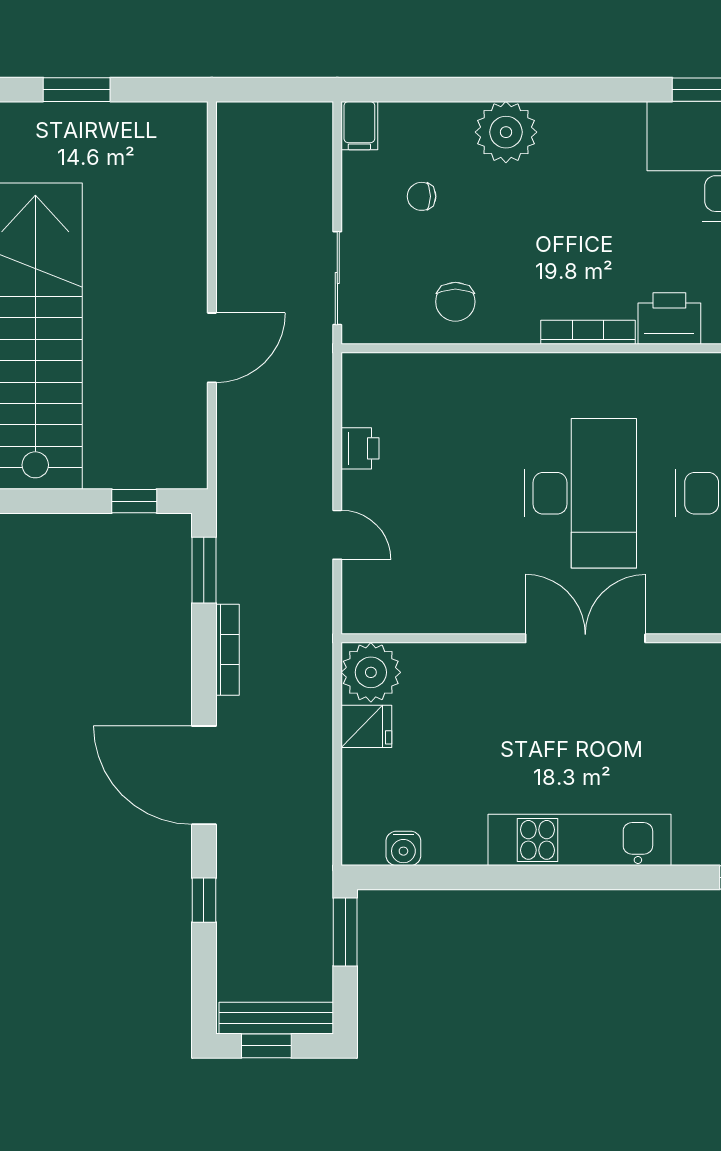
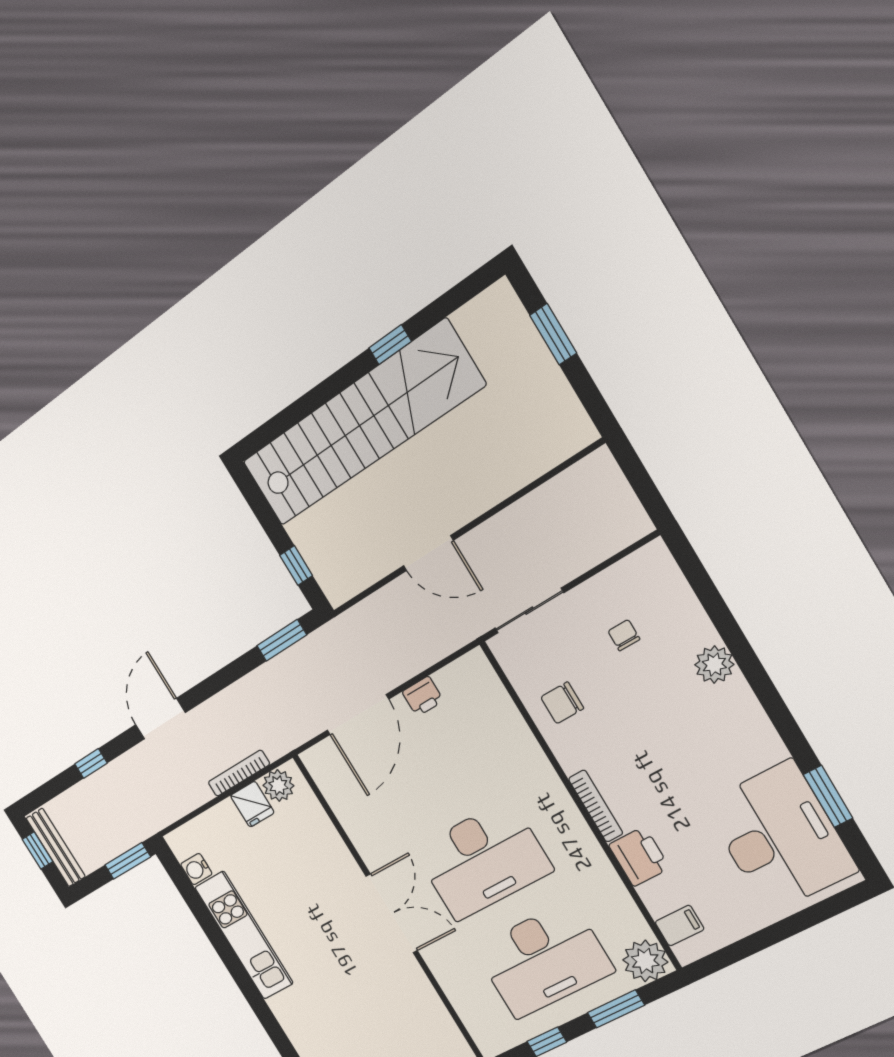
filing cabinet: (359, 126) -> (650, 559), removed
plant: (506, 132) -> (714, 665), width x0.73, depth x0.73
door: (337, 535) -> (358, 715), width x1.87
bookcase: (227, 650) -> (239, 773), moved, turned 180
plant: (371, 672) -> (278, 786), width x0.73, depth x0.73
door: (204, 775) -> (160, 719), width x0.73
kitchen unit: (579, 840) -> (244, 935), moved

